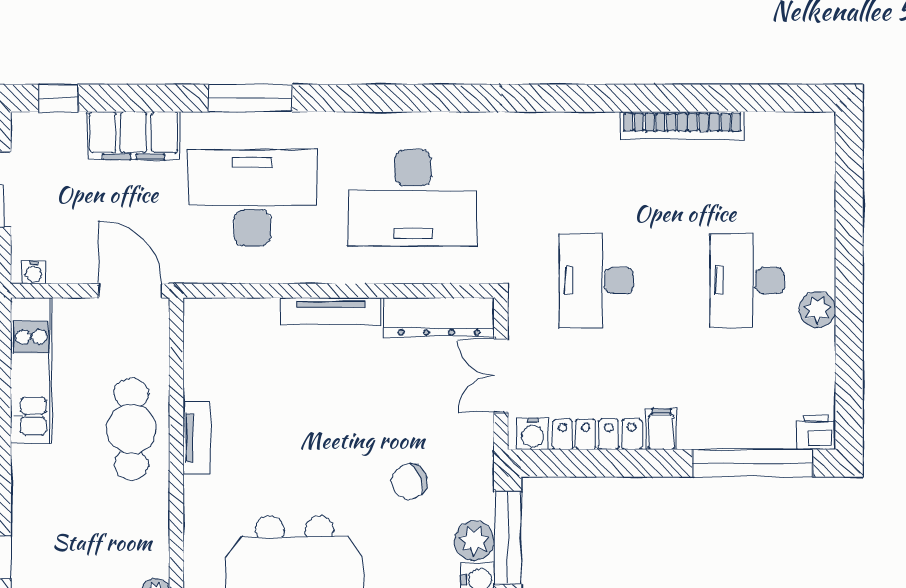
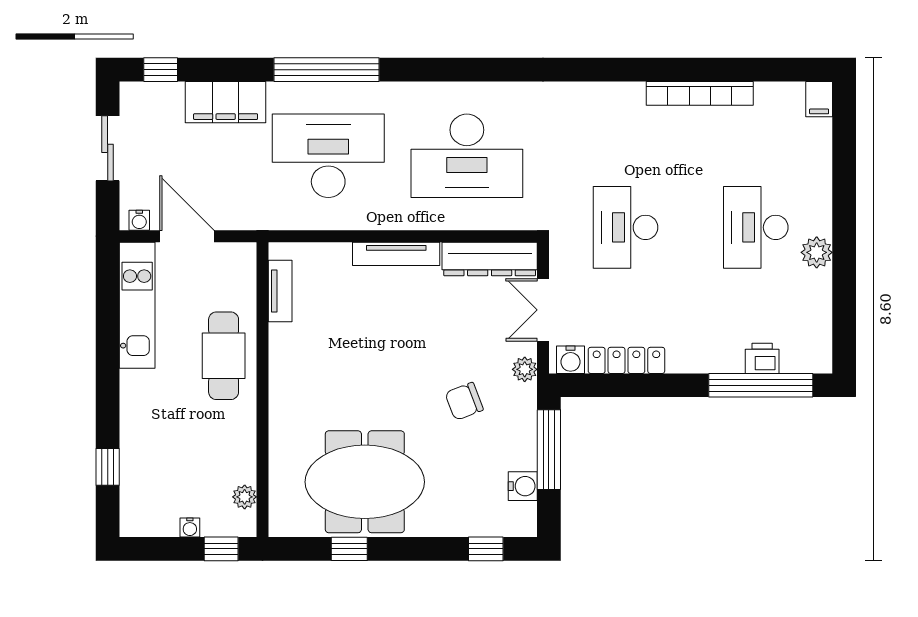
window: (250, 98) -> (327, 70), width x1.46
door: (130, 291) -> (187, 236), moved
filing cabinet: (661, 429) -> (819, 99), moved, turned 180
printer: (816, 432) -> (762, 358), moved
tv unit: (197, 438) -> (280, 291), moved
plant: (474, 541) -> (525, 369), moved, width x0.73, depth x0.73

